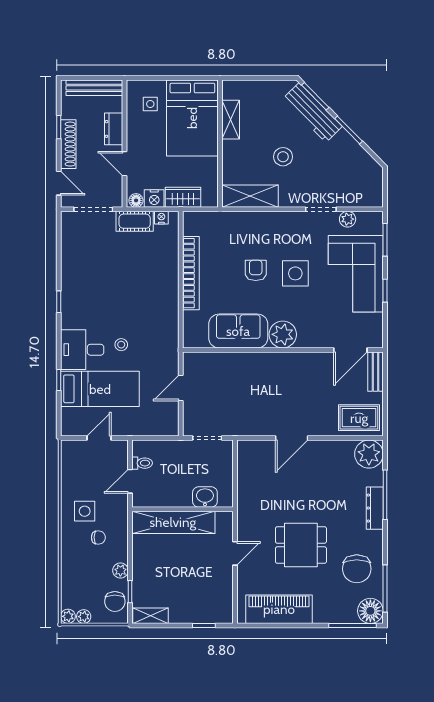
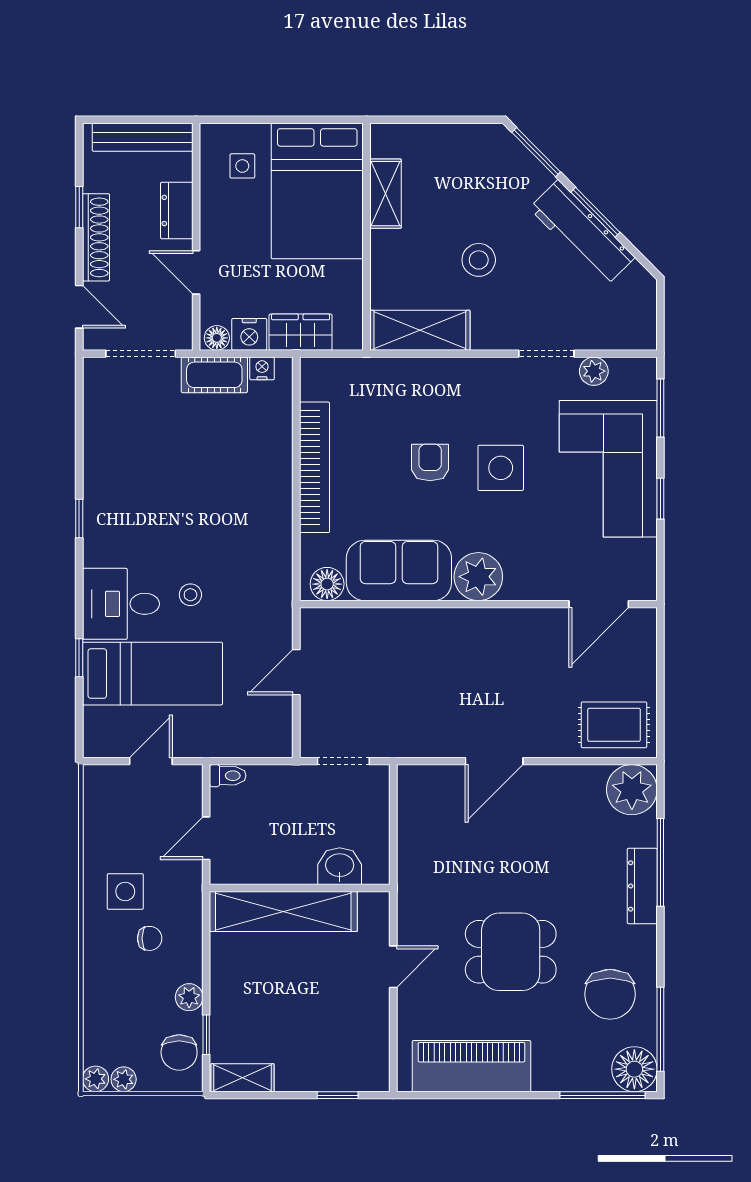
workbench: (312, 113) -> (582, 233), moved
floor lamp: (198, 339) -> (327, 584), added
bench: (376, 372) -> (644, 643), removed
toilet: (142, 463) -> (228, 776), moved

